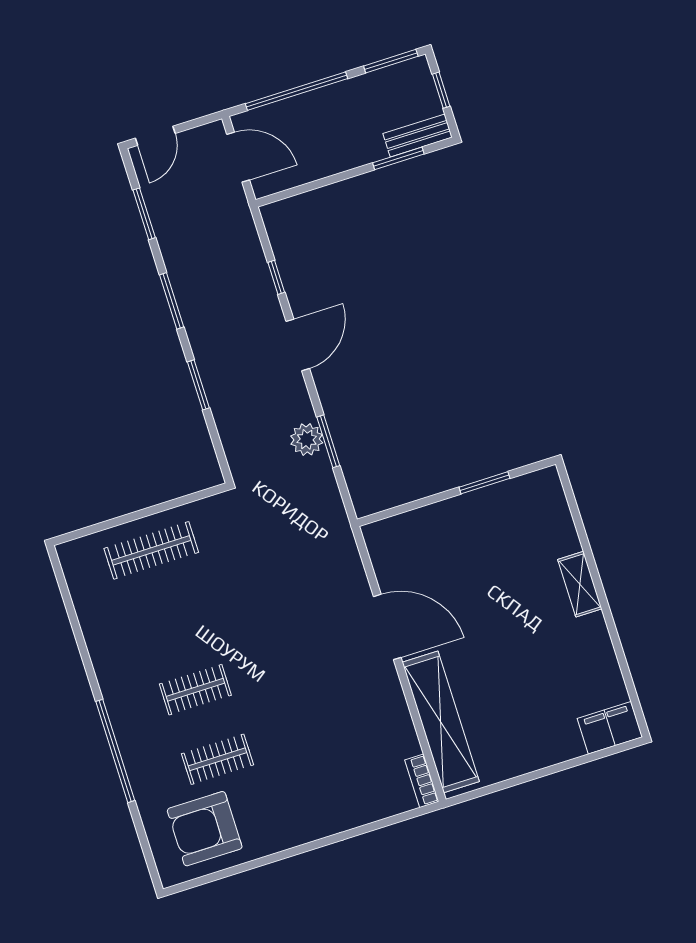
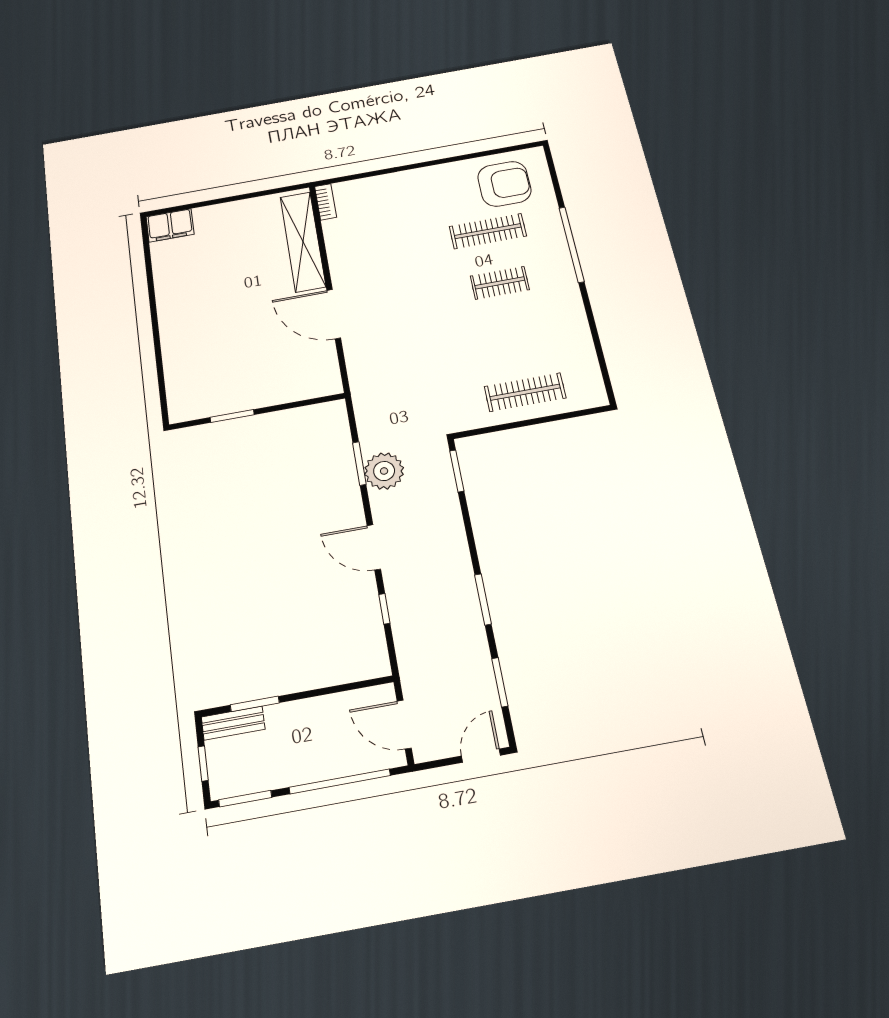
door: (298, 345) -> (374, 547), hinge flipped
window: (198, 385) -> (457, 471), moved
plant: (307, 439) -> (384, 471), width x1.36, depth x1.36
shelving: (580, 584) -> (170, 330), removed
clothes rail: (218, 759) -> (488, 231), width x1.36

